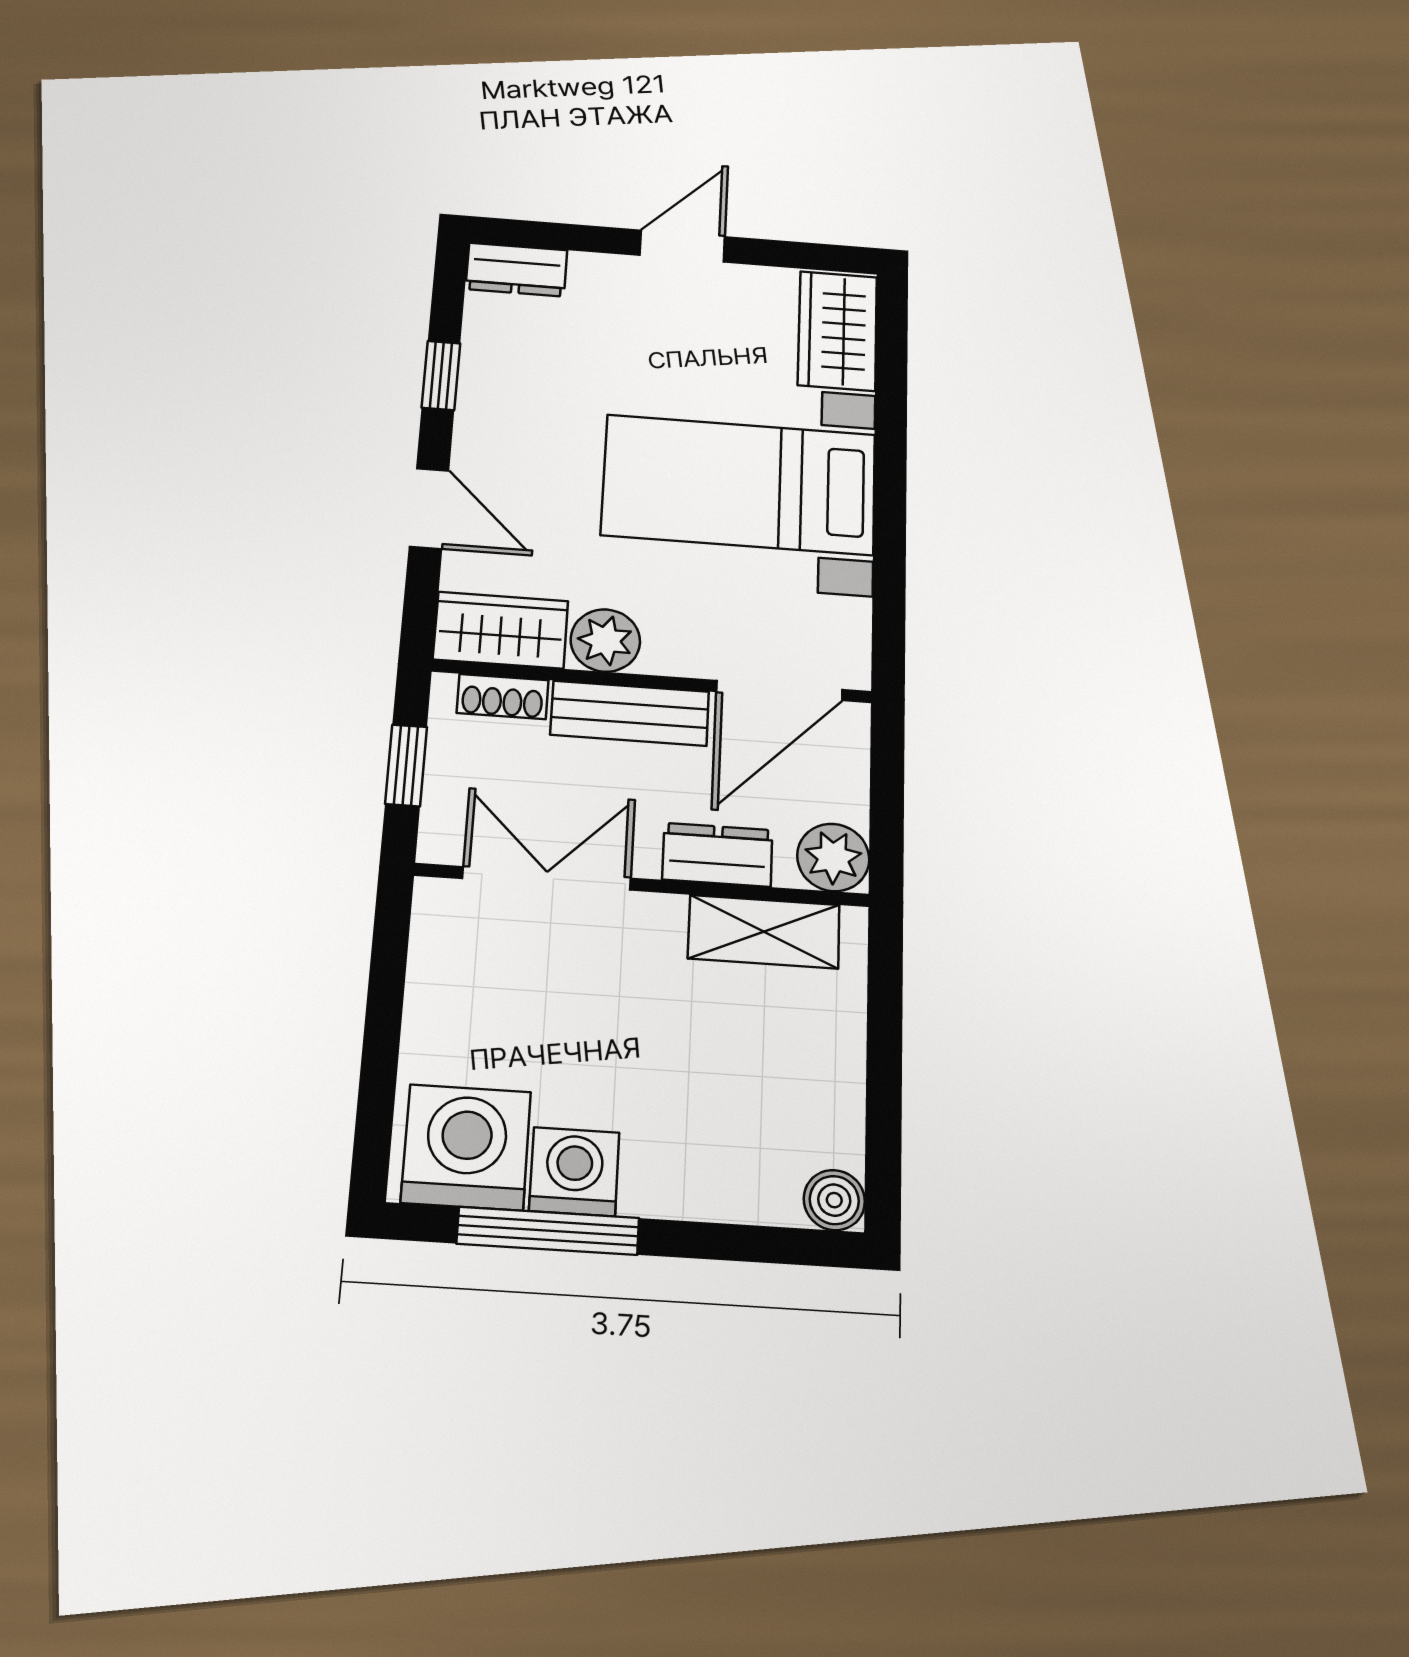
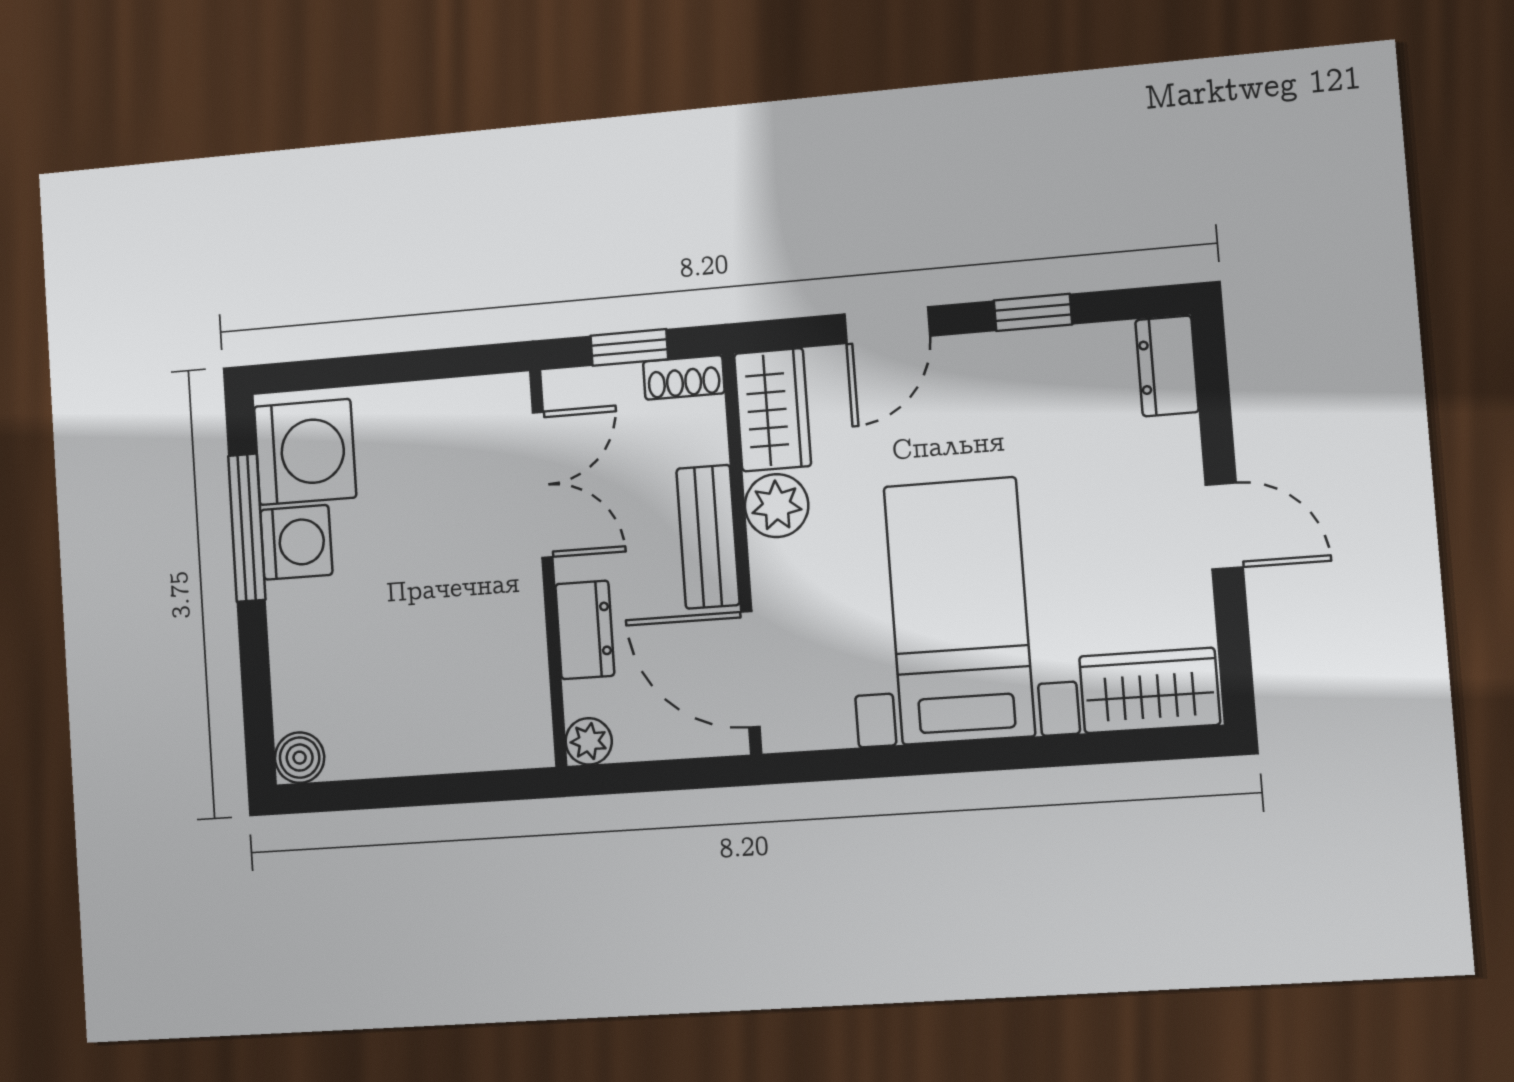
shoe rack: (503, 697) -> (684, 377), moved, turned -90
plant: (833, 857) -> (589, 741), width x0.73, depth x0.73
shelving: (764, 932) -> (520, 677), removed

